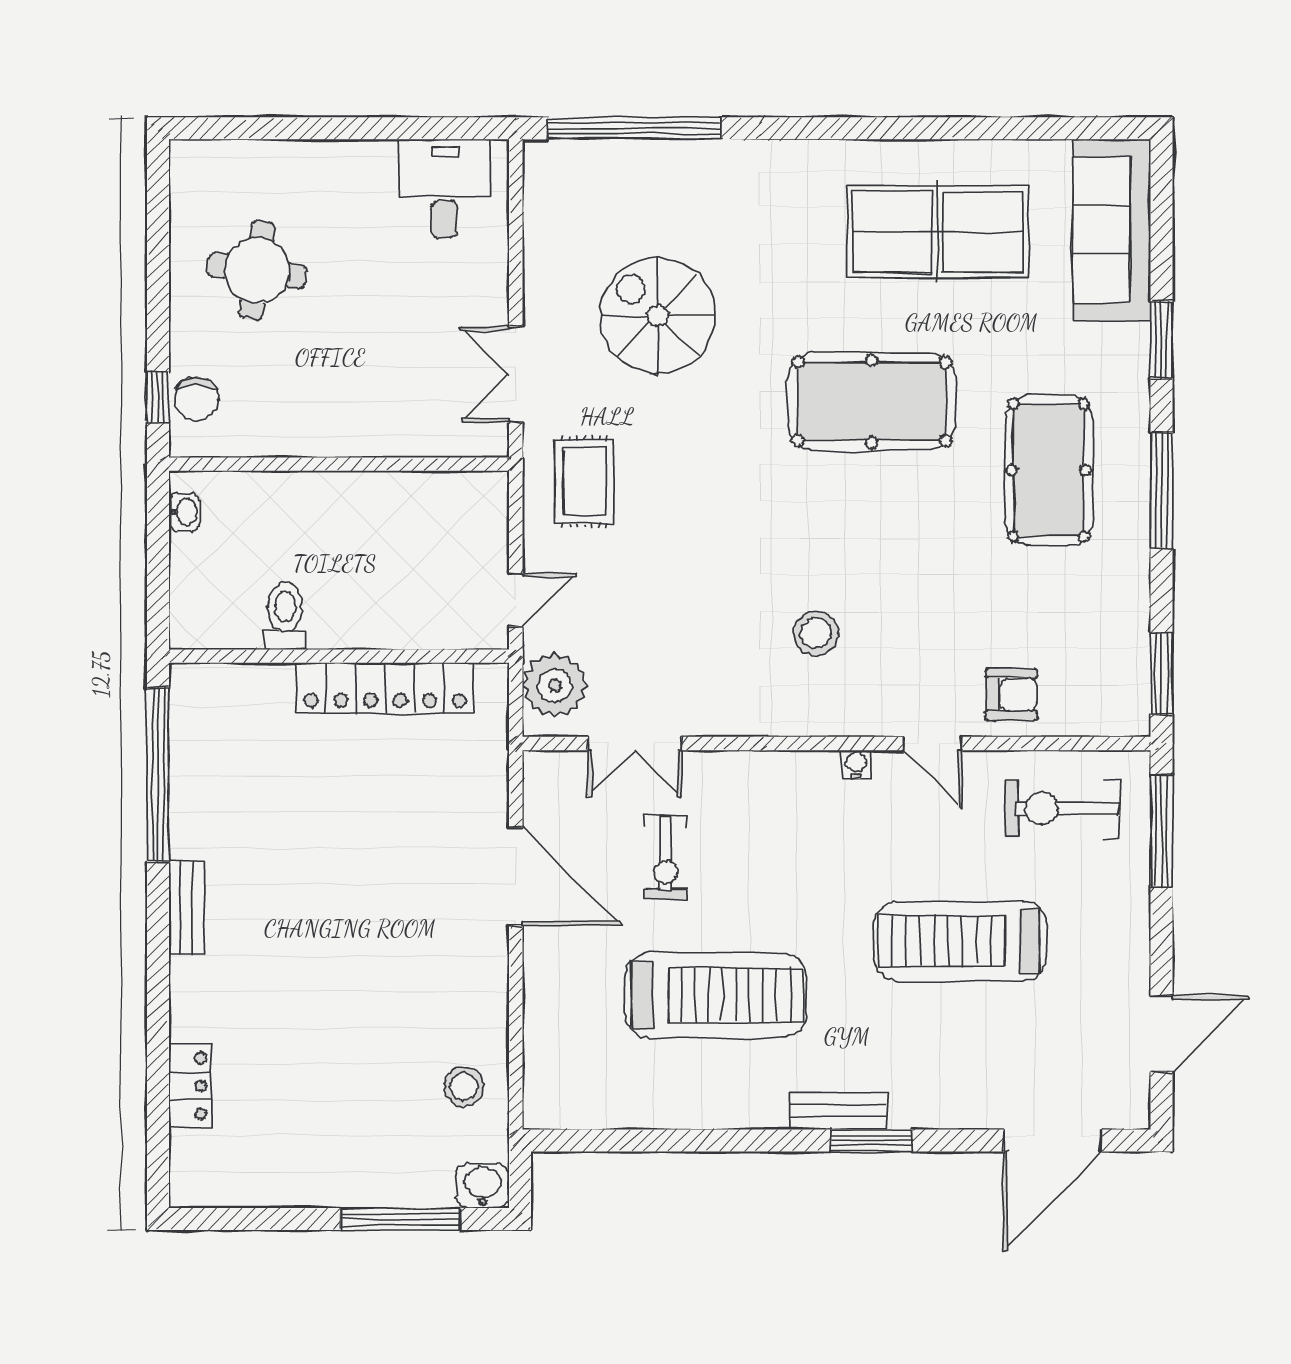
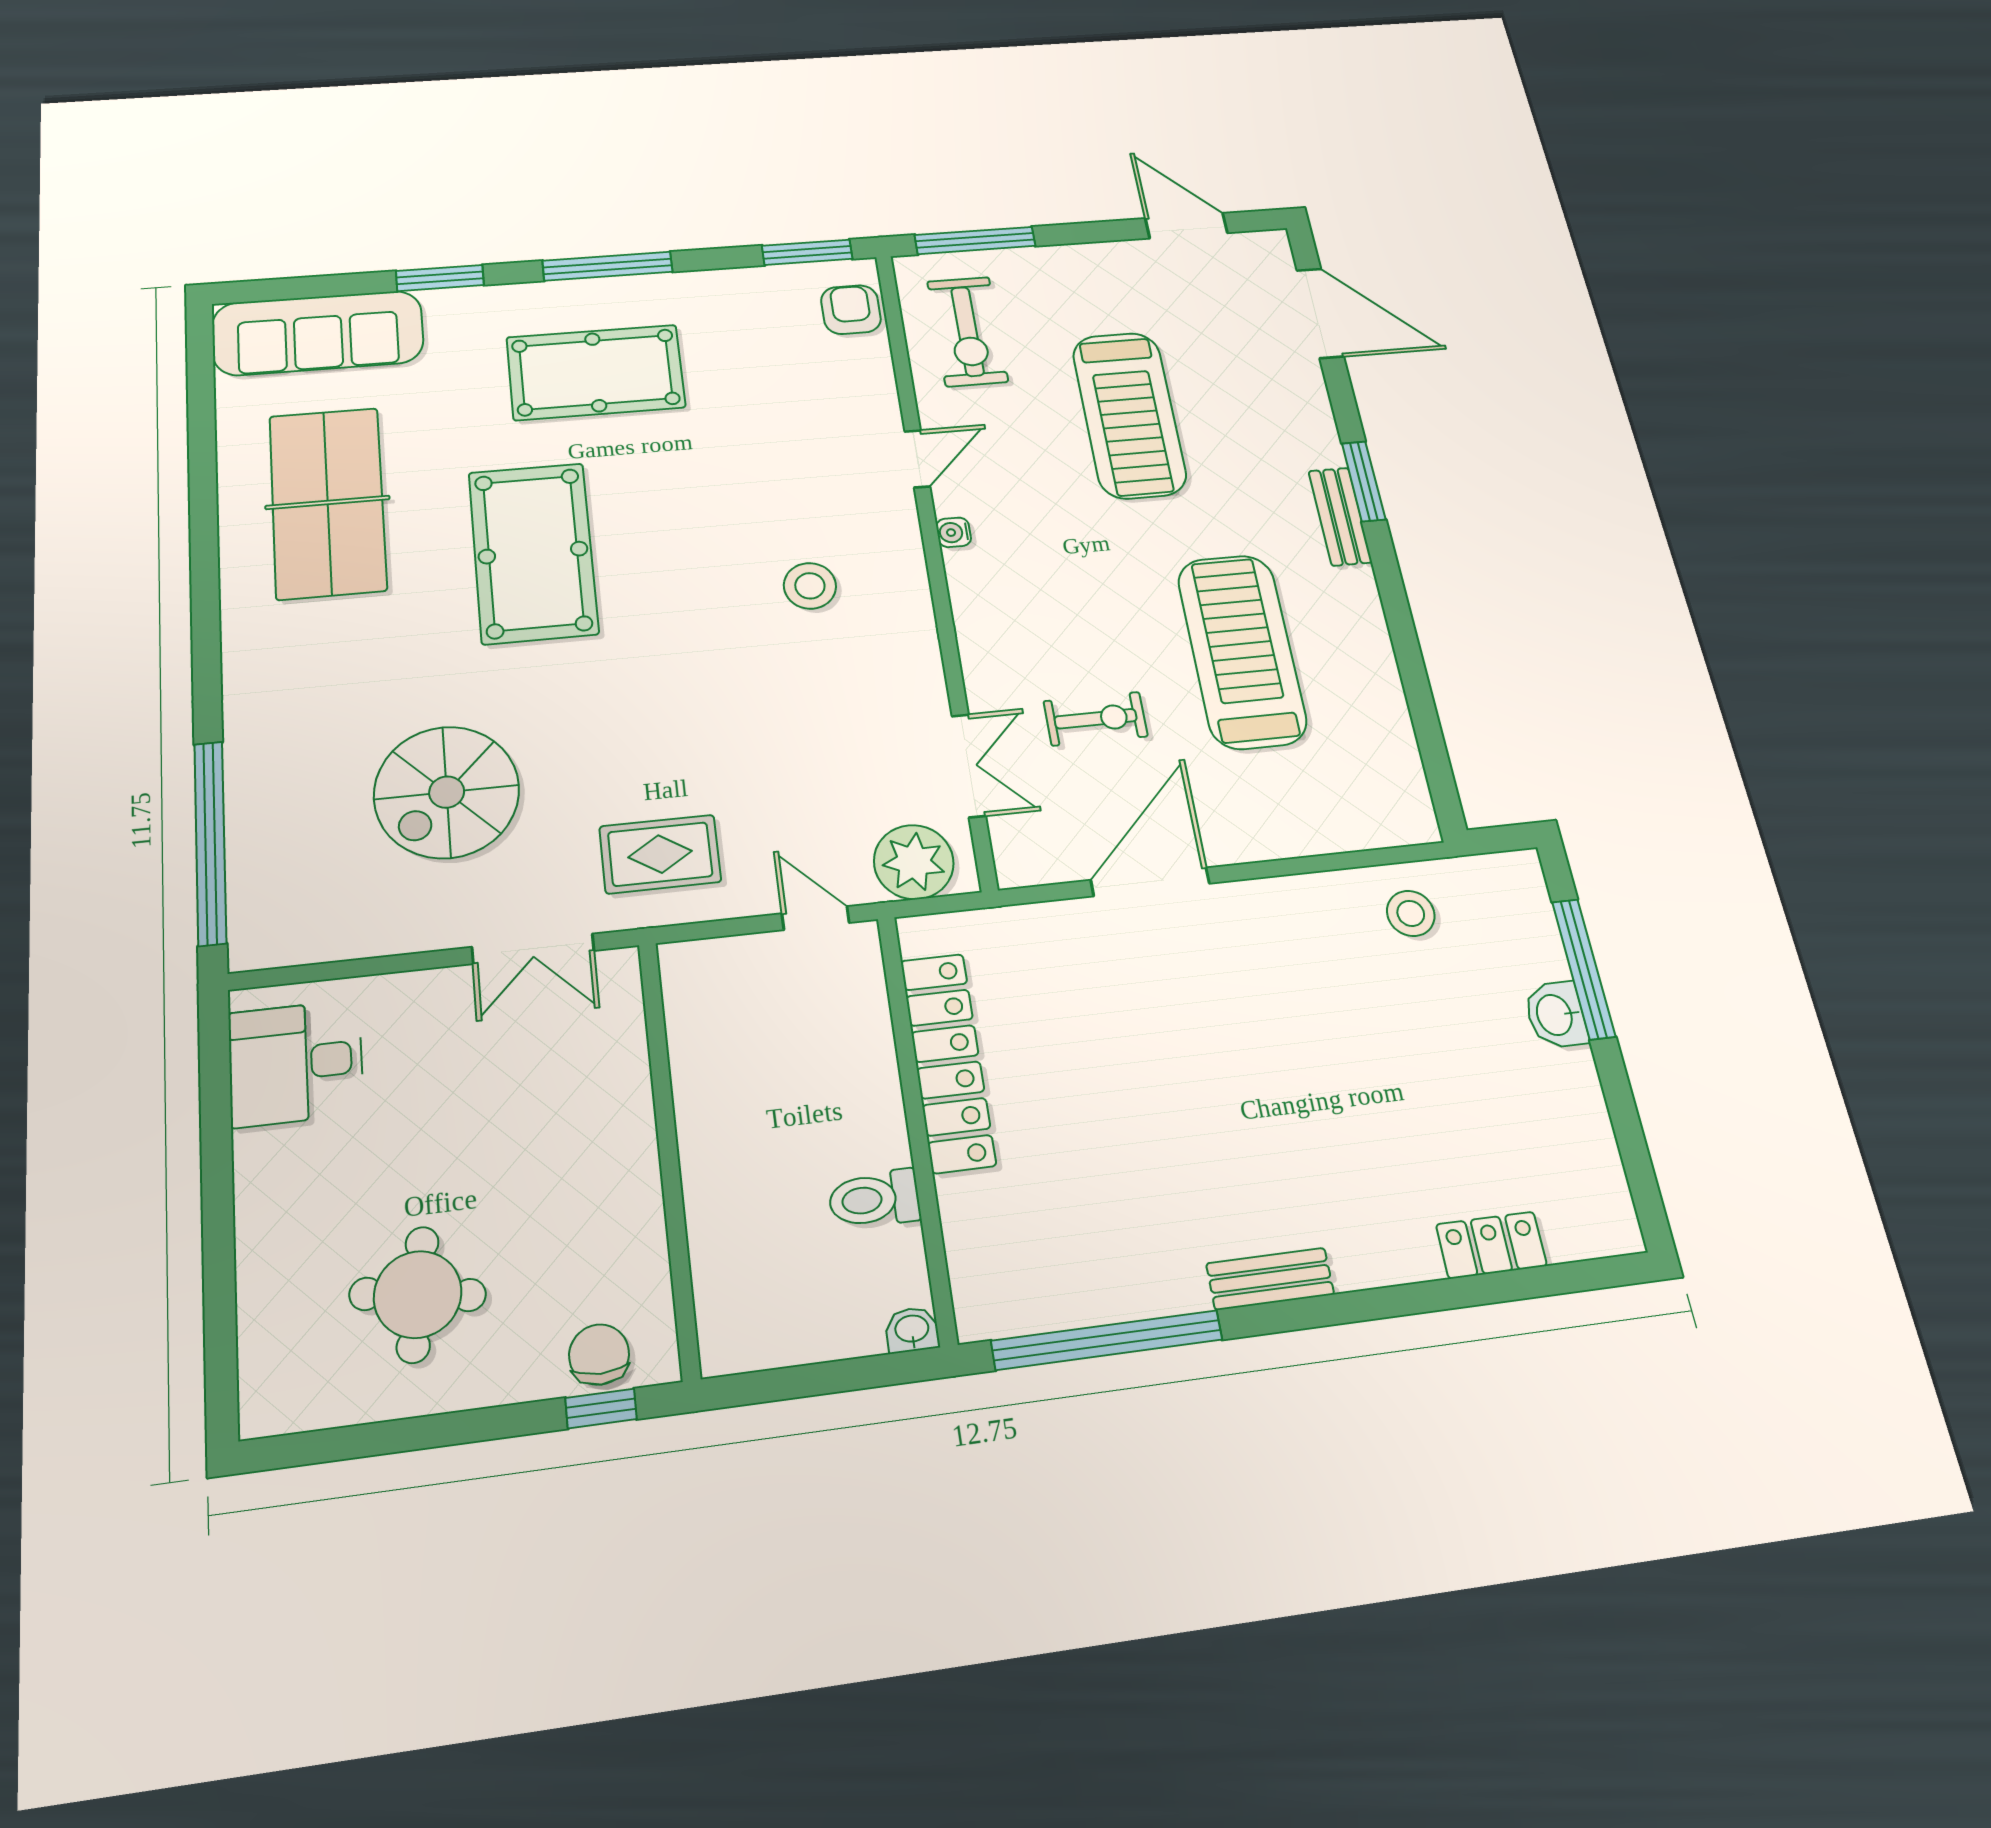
chair: (196, 399) -> (599, 1355), turned -90
washbasin: (184, 512) -> (912, 1330), moved
armchair: (1011, 694) -> (851, 310), moved
washbasin: (482, 1186) -> (1556, 1015), moved

